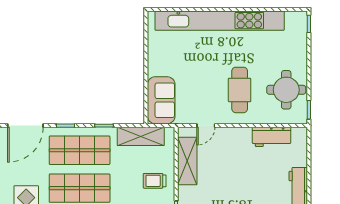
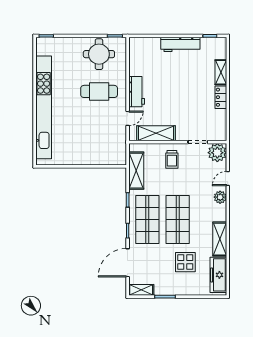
sofa: (161, 100) -> (107, 154), removed
door: (25, 126) -> (128, 263), swing flipped
door: (206, 126) -> (128, 118), hinge flipped
workbench: (271, 137) -> (137, 92), moved

